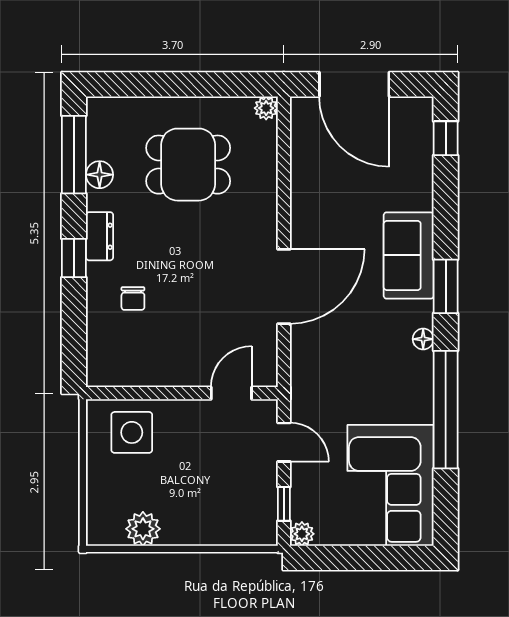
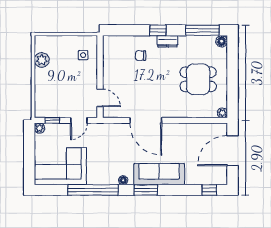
dining table: (188, 165) -> (198, 79), turned 90
floor lamp: (100, 175) -> (222, 41), moved
sofa: (409, 255) -> (159, 174), width x1.36
side table: (132, 432) -> (83, 55), width x0.54, depth x0.54

